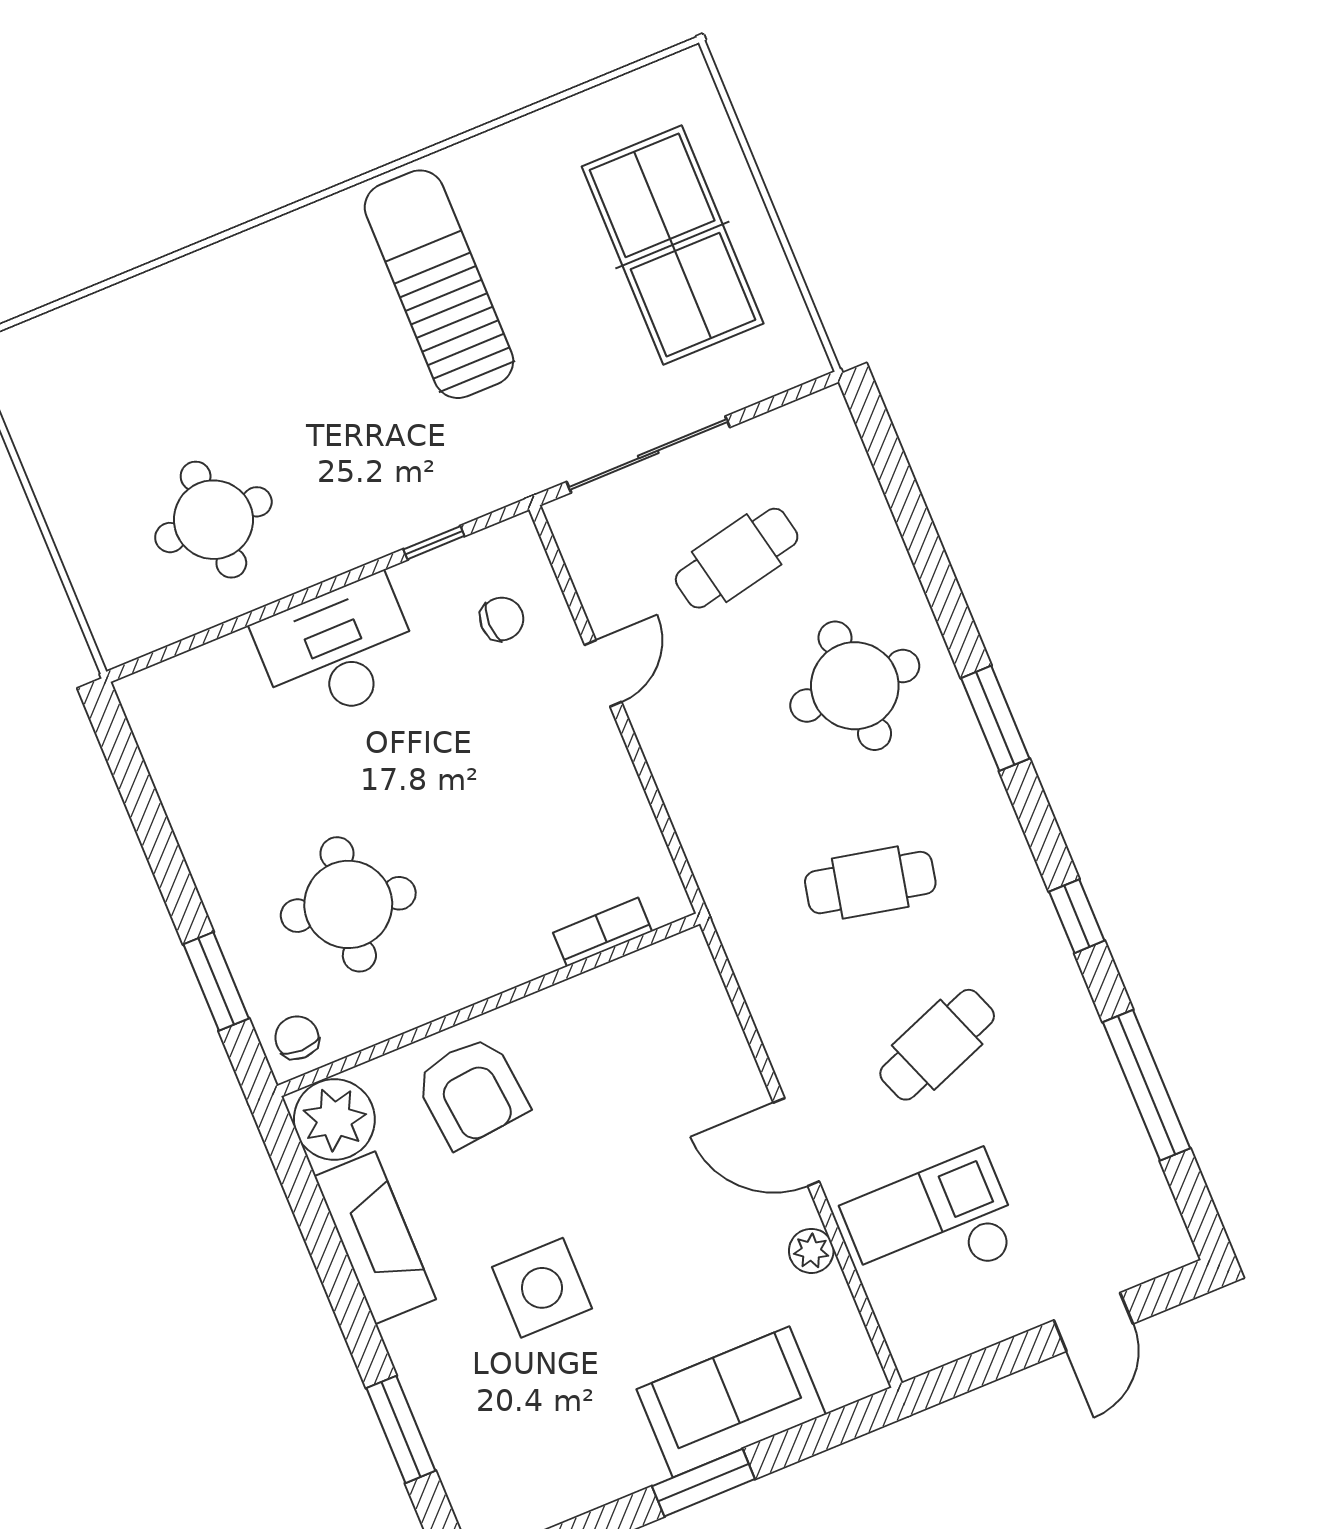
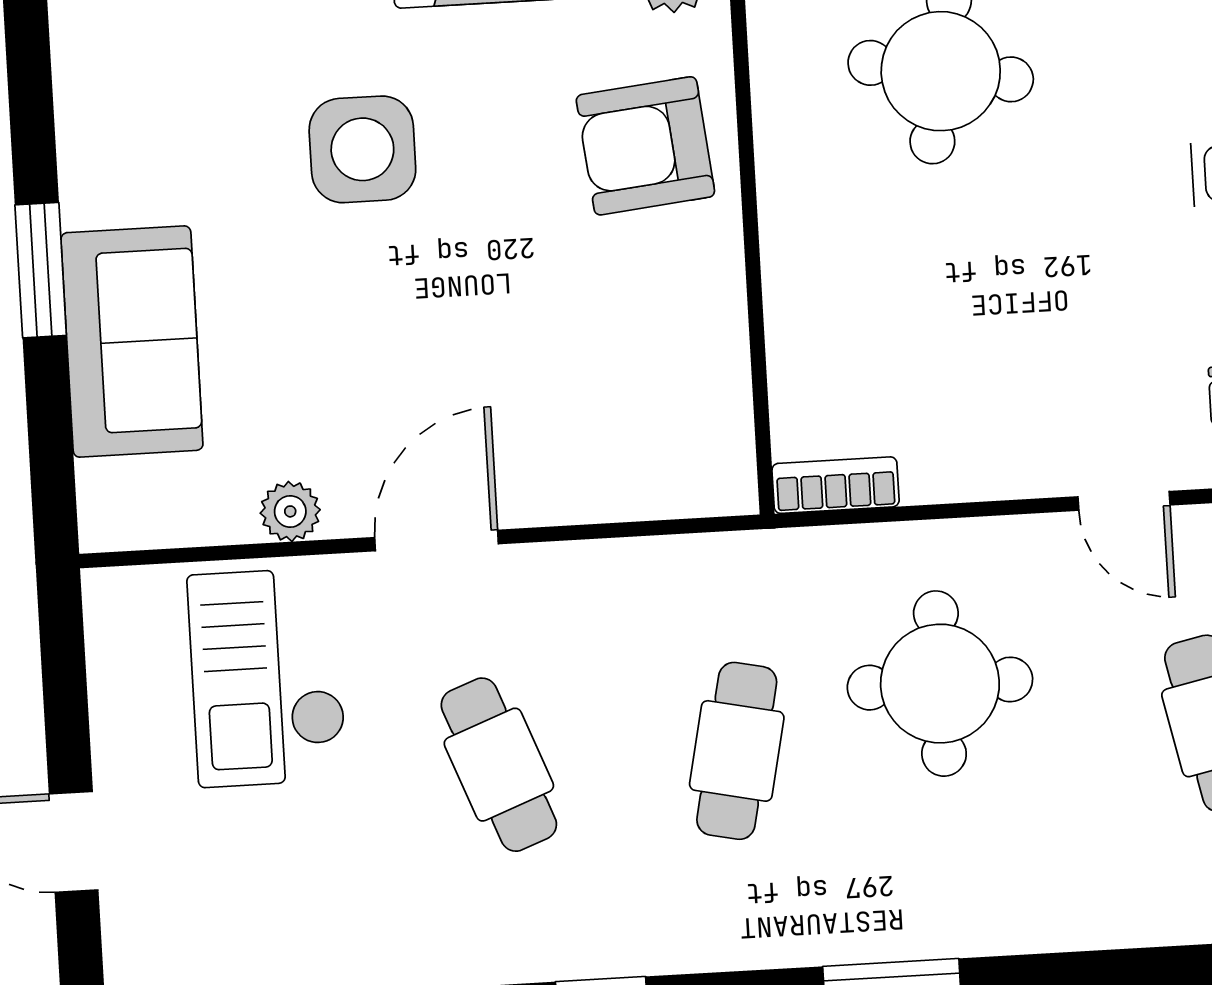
round table: (855, 686) -> (940, 684), moved
bookcase: (603, 932) -> (836, 485), moved, turned -90
checkout: (932, 1227) -> (267, 677), turned 180

